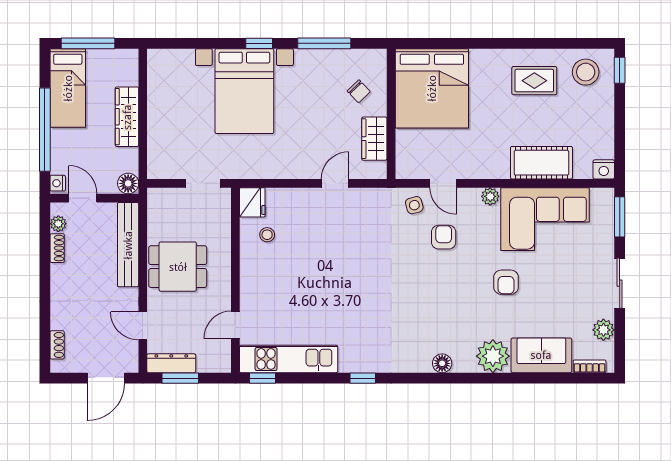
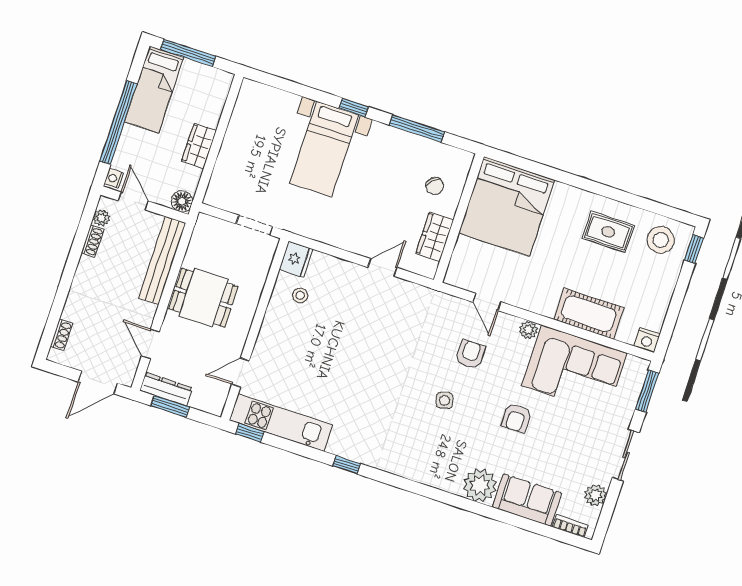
bed with nightstands: (244, 91) -> (324, 149), width x0.73
wardrobe: (127, 117) -> (199, 146), width x0.67
side table: (414, 205) -> (445, 400), moved
floor lamp: (442, 363) -> (428, 476), removed

